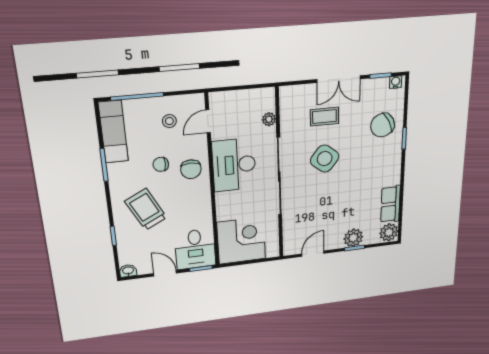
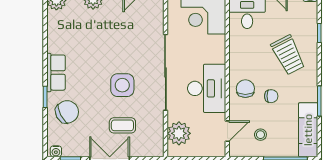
plant: (269, 119) -> (179, 133), width x1.88, depth x1.88
side table: (325, 159) -> (122, 85), turned -38
row of seats: (390, 204) -> (56, 73), moved

